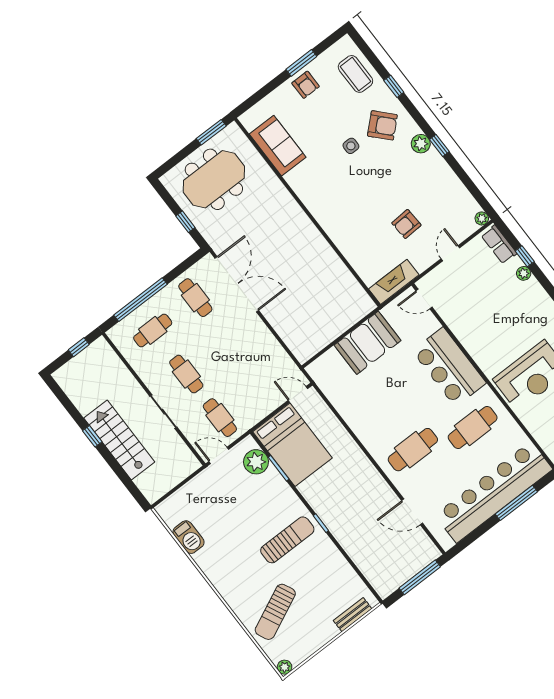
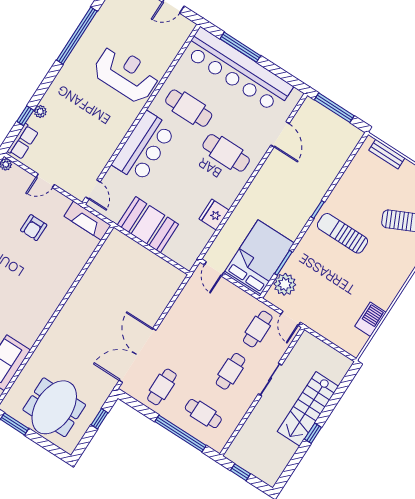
meeting table: (214, 179) -> (54, 407), turned 90
armchair: (406, 224) -> (34, 228), turned 93
fridge: (354, 415) -> (214, 215), added

